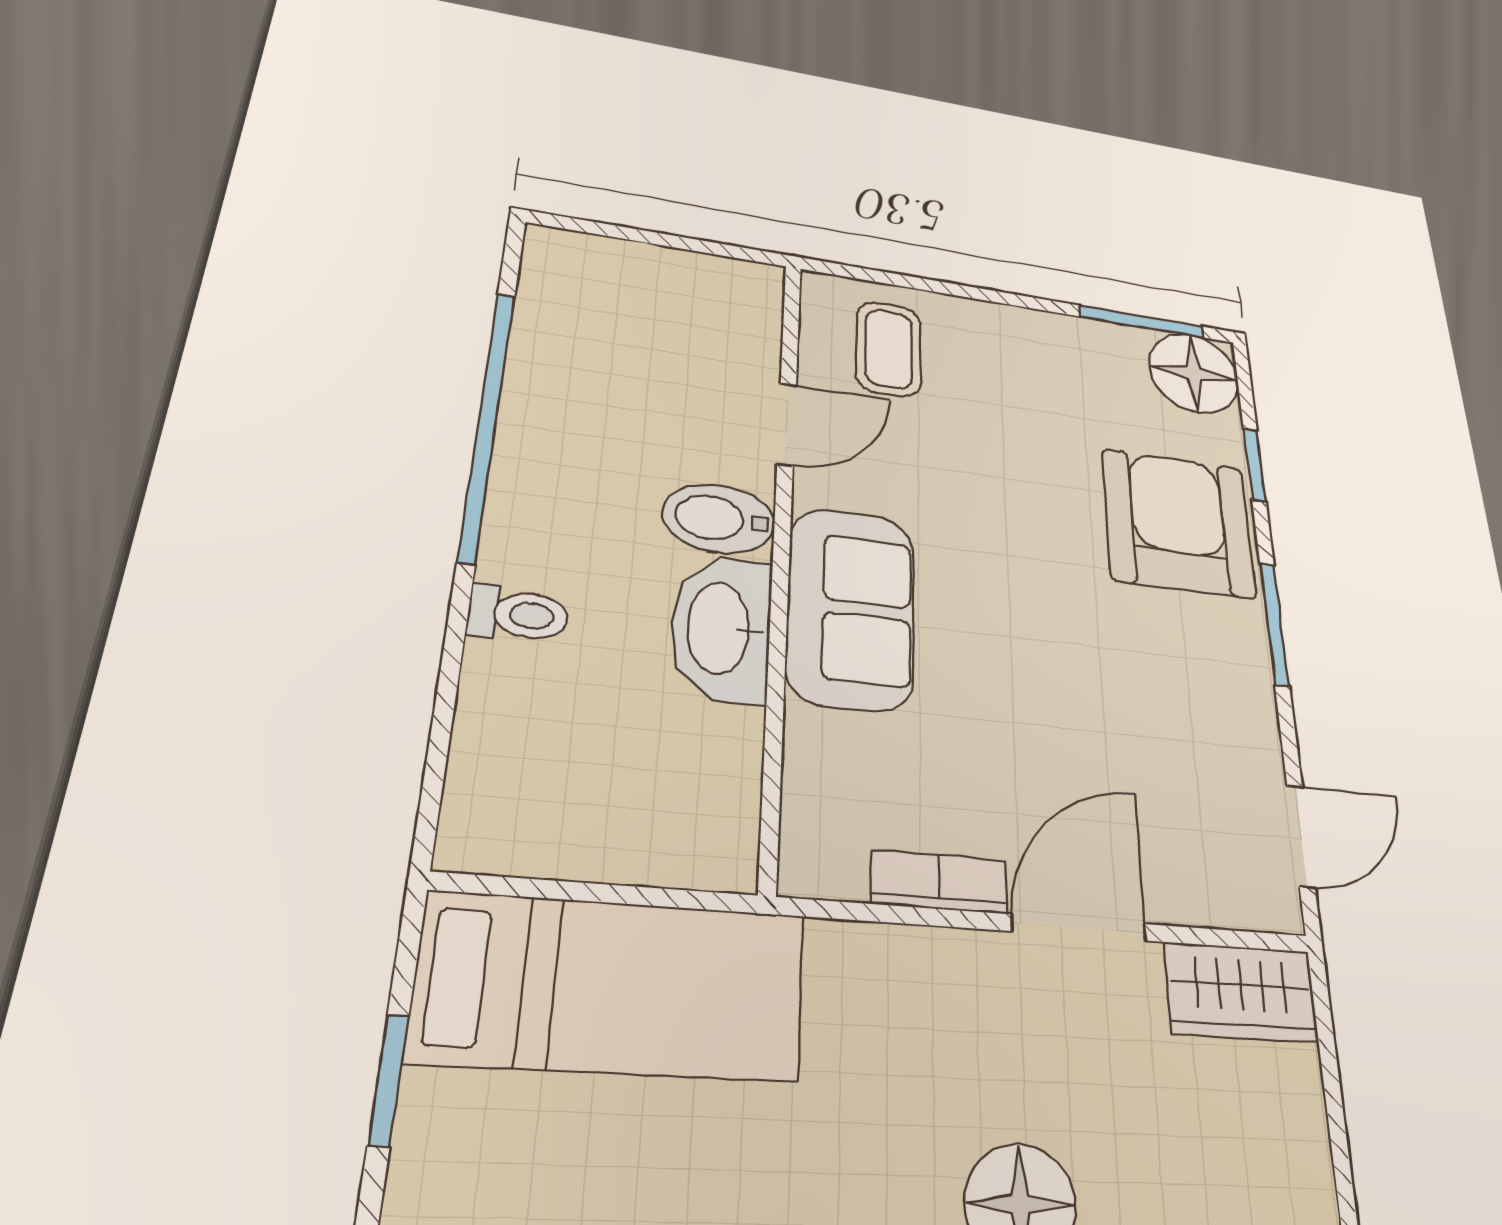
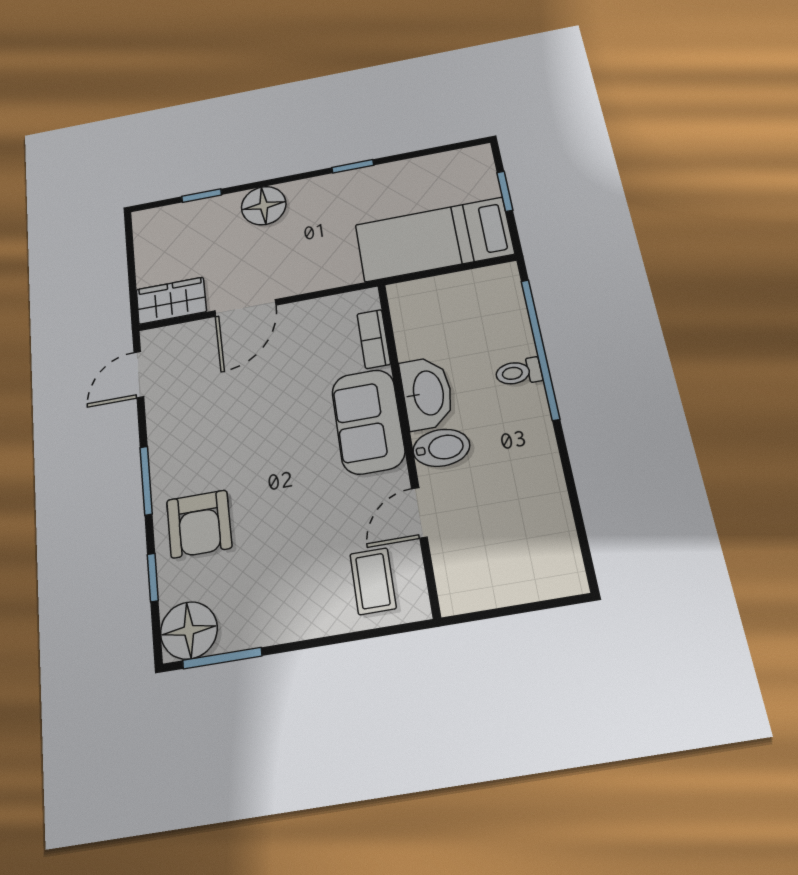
window: (487, 423) -> (540, 349), moved
armchair: (1178, 523) -> (199, 524), width x0.73, depth x0.73
bookcase: (939, 882) -> (374, 339), moved, turned 90

